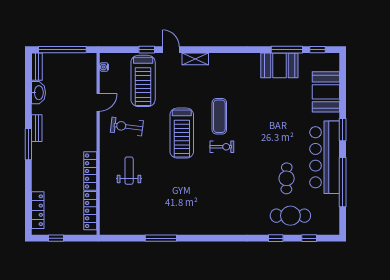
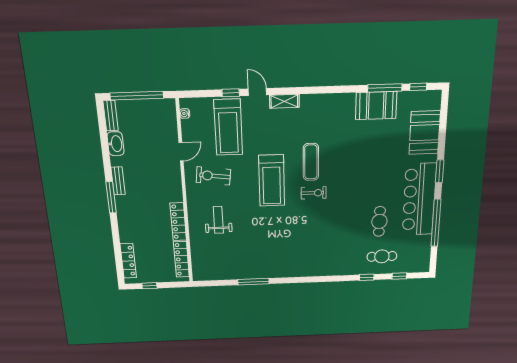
cafe table: (290, 216) -> (382, 256), width x0.73, depth x0.74

